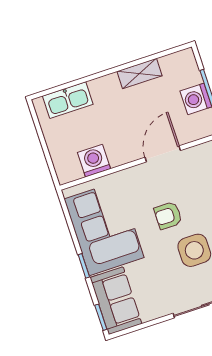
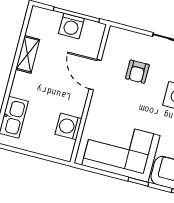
armchair: (168, 215) -> (137, 72), moved

